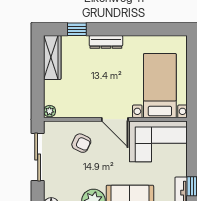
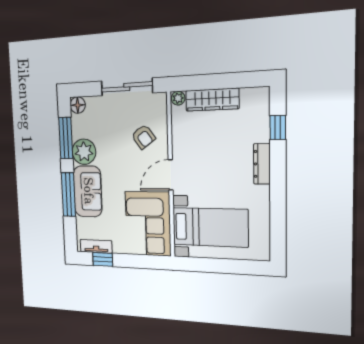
wardrobe: (52, 57) -> (212, 100), moved
armchair: (81, 143) -> (143, 137), turned -61

